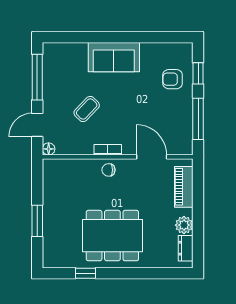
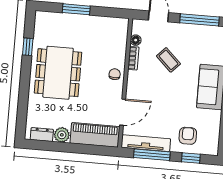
tv unit: (185, 127) -> (146, 143), added
floor lamp: (49, 149) -> (136, 40), moved
bookcase: (108, 150) -> (133, 58), moved
piano: (184, 187) -> (95, 135), width x1.37, depth x1.33

